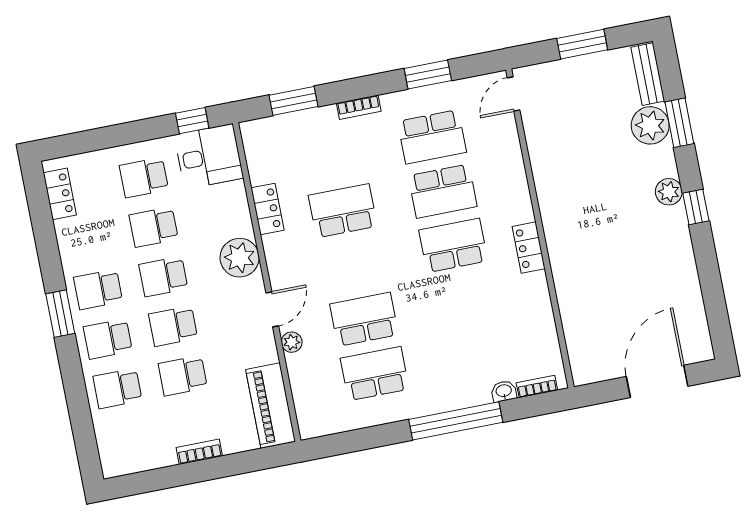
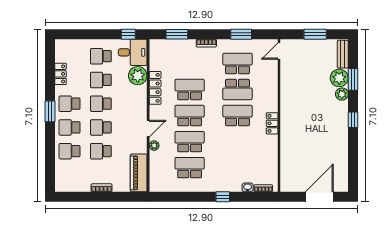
school desk: (432, 137) -> (237, 63), turned 180
plant: (669, 192) -> (342, 94), moved
locker: (60, 194) -> (60, 74), moved
locker: (268, 209) -> (155, 88), width x1.53
plant: (240, 258) -> (138, 76), moved
school desk: (353, 265) -> (190, 116), added
window: (456, 421) -> (223, 197), width x0.32

